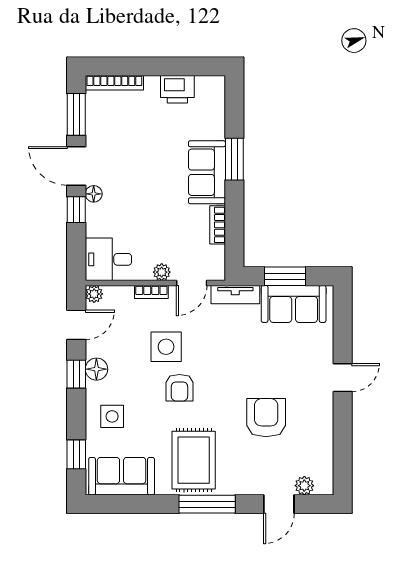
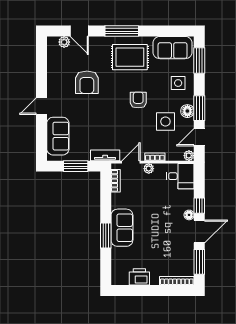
door: (76, 166) -> (199, 231), hinge flipped
bookcase: (218, 225) -> (116, 181), moved
sofa: (294, 304) -> (58, 136), moved, turned 90
side table: (166, 347) -> (165, 121), moved
window: (76, 374) -> (199, 108), width x1.50
window: (76, 454) -> (199, 61), width x1.50
rug: (194, 460) -> (130, 57), turned 90
door: (279, 504) -> (79, 31), swing flipped

